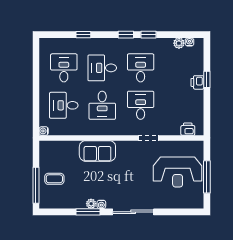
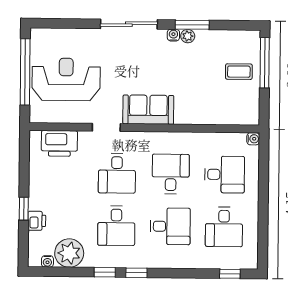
window: (83, 35) -> (230, 274), moved
plant: (179, 43) -> (69, 253), width x1.87, depth x1.87
printer: (197, 82) -> (37, 221), moved
printer: (188, 129) -> (59, 143), width x1.87, depth x1.48
sofa: (97, 151) -> (148, 110), moved
window: (207, 177) -> (25, 72), width x1.46

